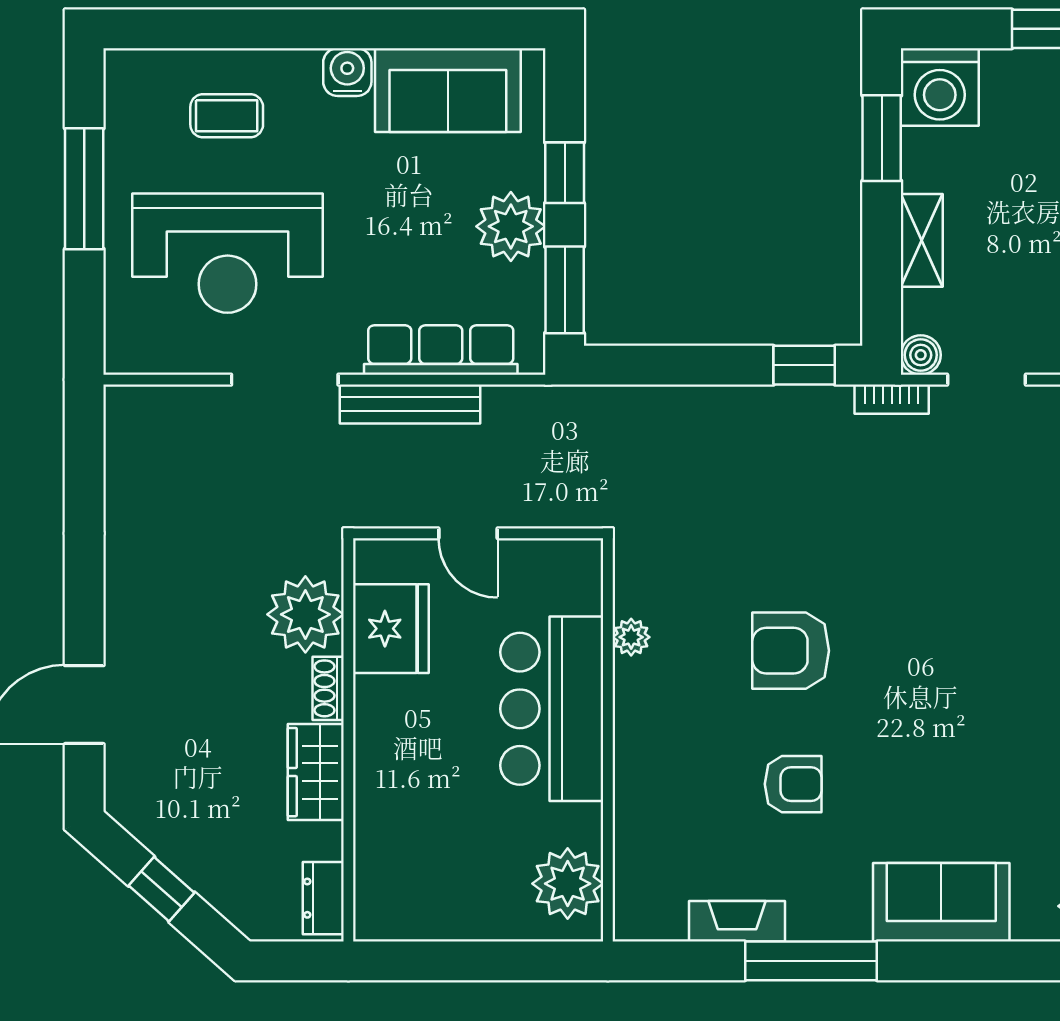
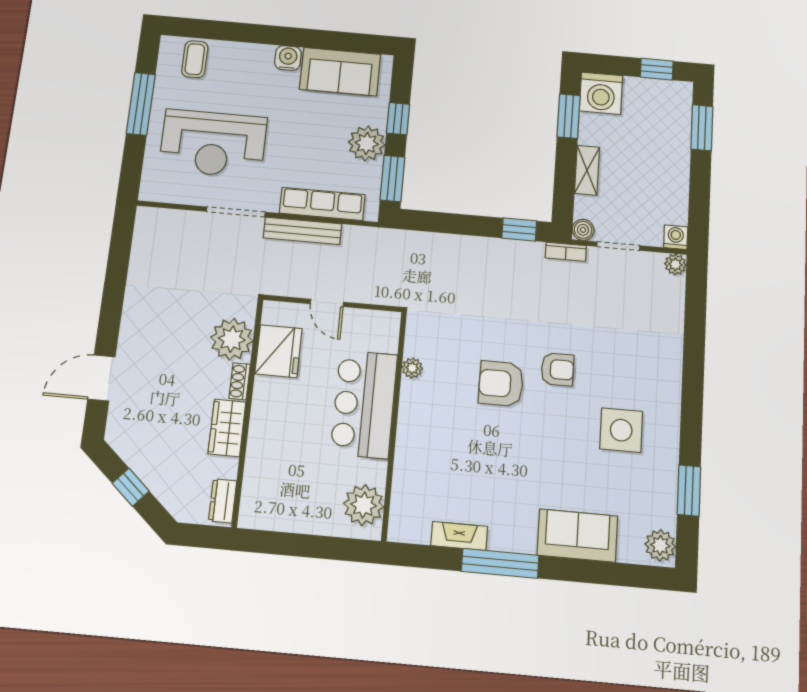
coffee table: (227, 116) -> (195, 59), moved, turned 90
side table: (1008, 714) -> (621, 430), added
armchair: (793, 784) -> (557, 369), moved

